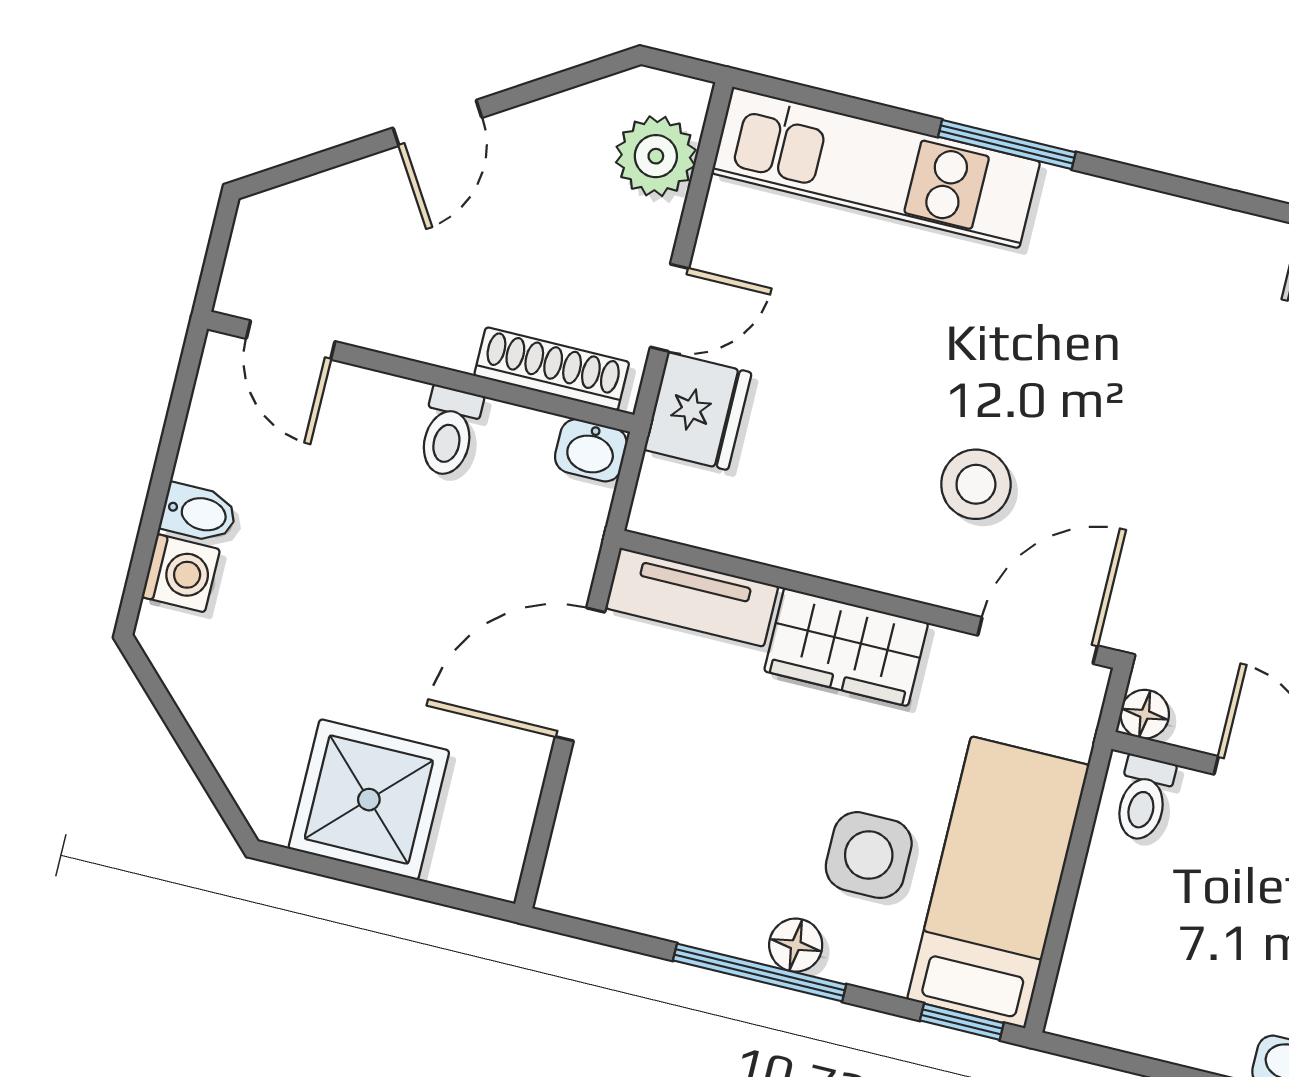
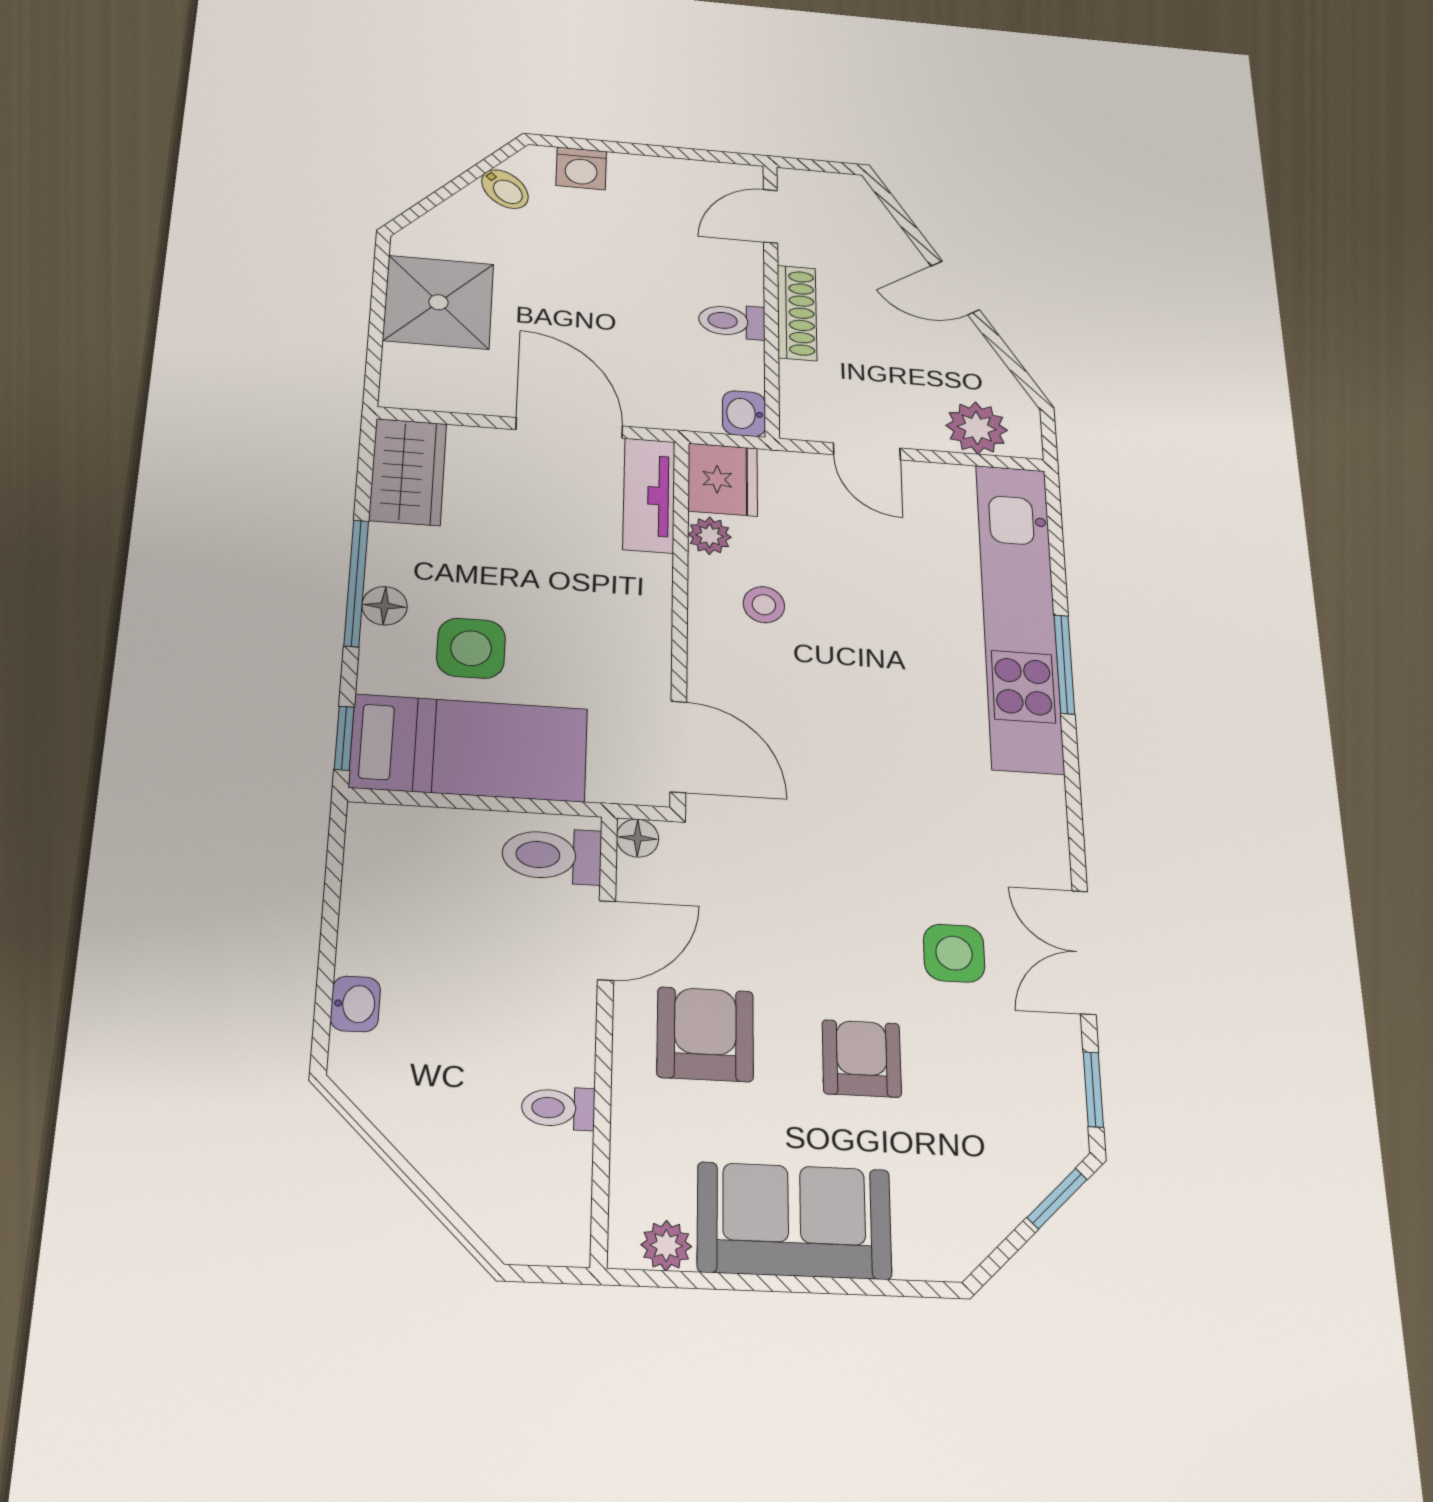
kitchen unit: (876, 167) -> (1019, 616), width x1.36
shoe rack: (552, 369) -> (797, 313), moved
fridge: (698, 411) -> (723, 480), moved, turned -90
stool: (976, 484) -> (764, 605), moved, width x0.73, depth x0.73
bidet: (199, 513) -> (505, 189), moved, turned -45
plant: (760, 536) -> (710, 536), added
wardrobe: (846, 647) -> (408, 472), moved, turned 180
toilet: (1144, 799) -> (552, 855), width x1.37, depth x1.39

